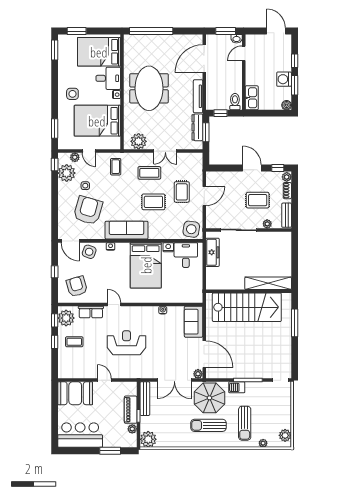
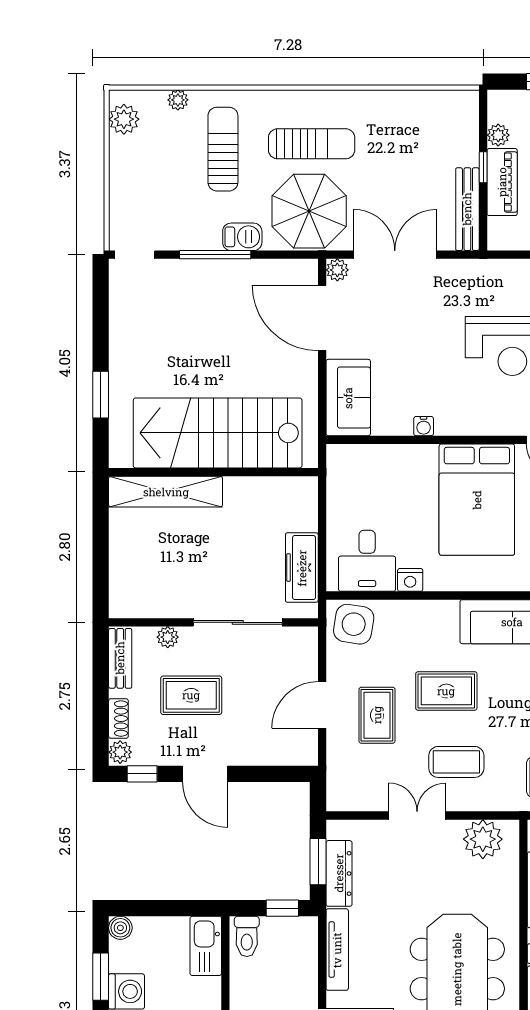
bed: (146, 265) -> (477, 500), moved, turned 180
window: (295, 323) -> (101, 395), width x0.69
plant: (148, 439) -> (459, 110), removed

